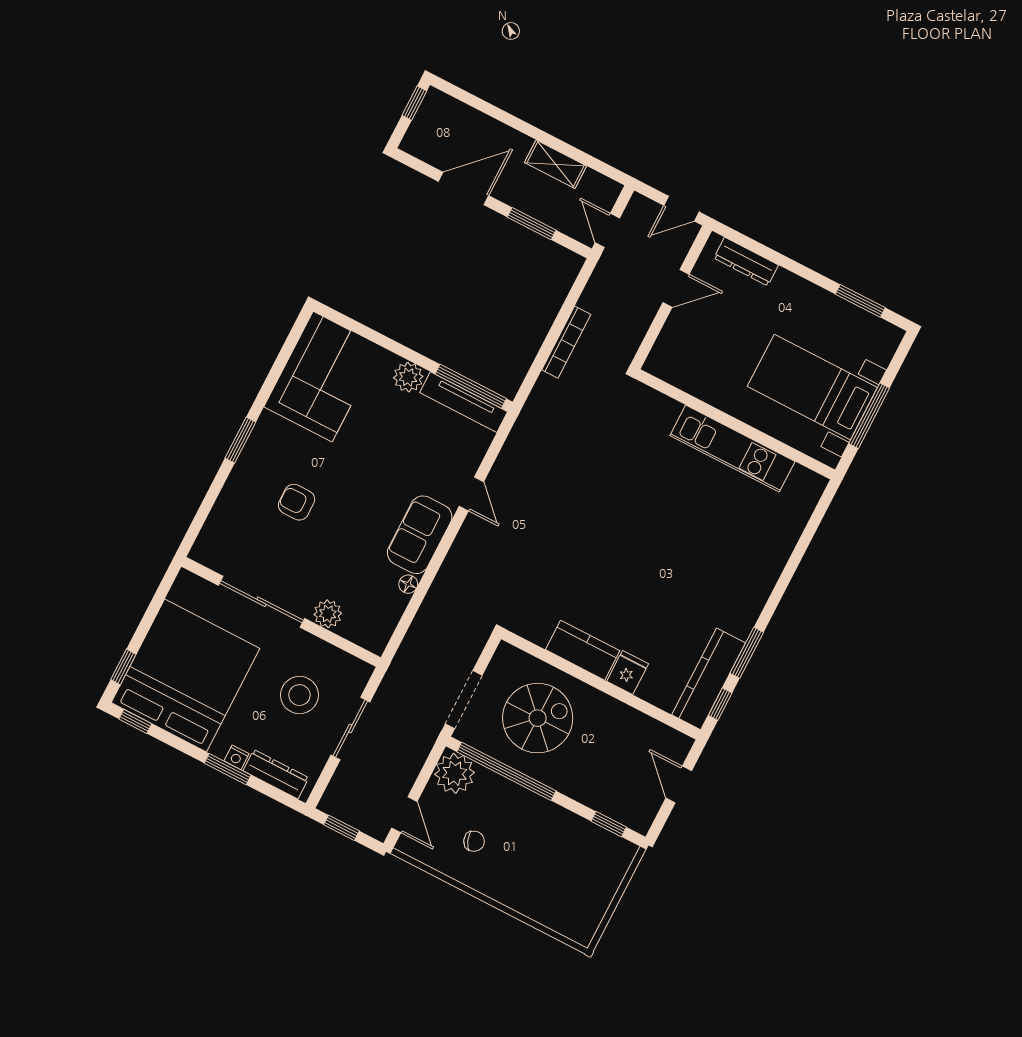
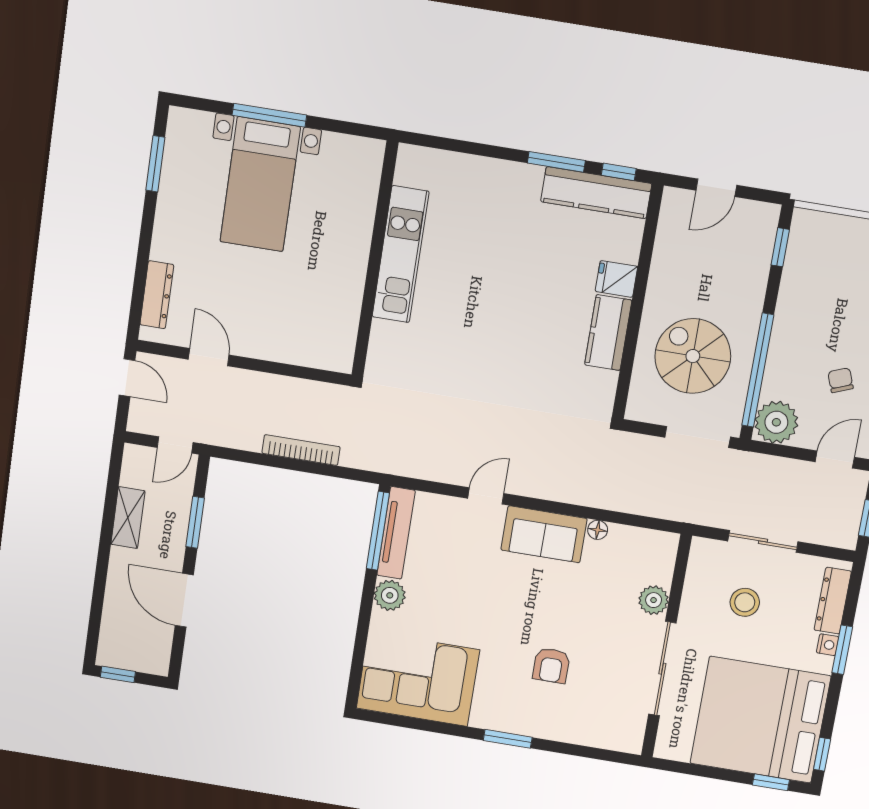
wall: (735, 424) -> (375, 259), moved
kitchen unit: (732, 448) -> (401, 254), moved
stool: (299, 695) -> (745, 602), width x0.73, depth x0.73

